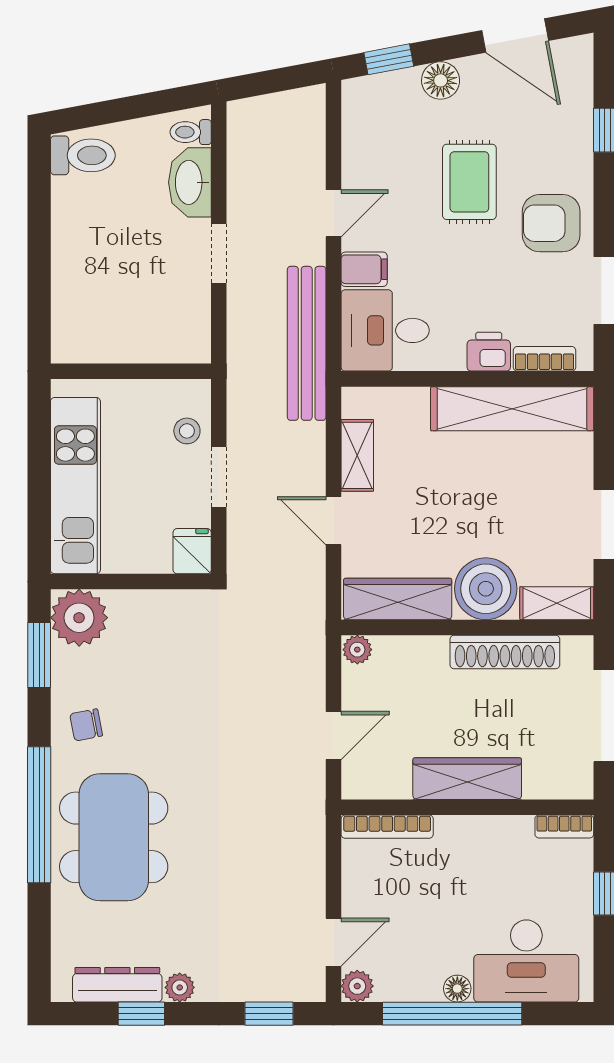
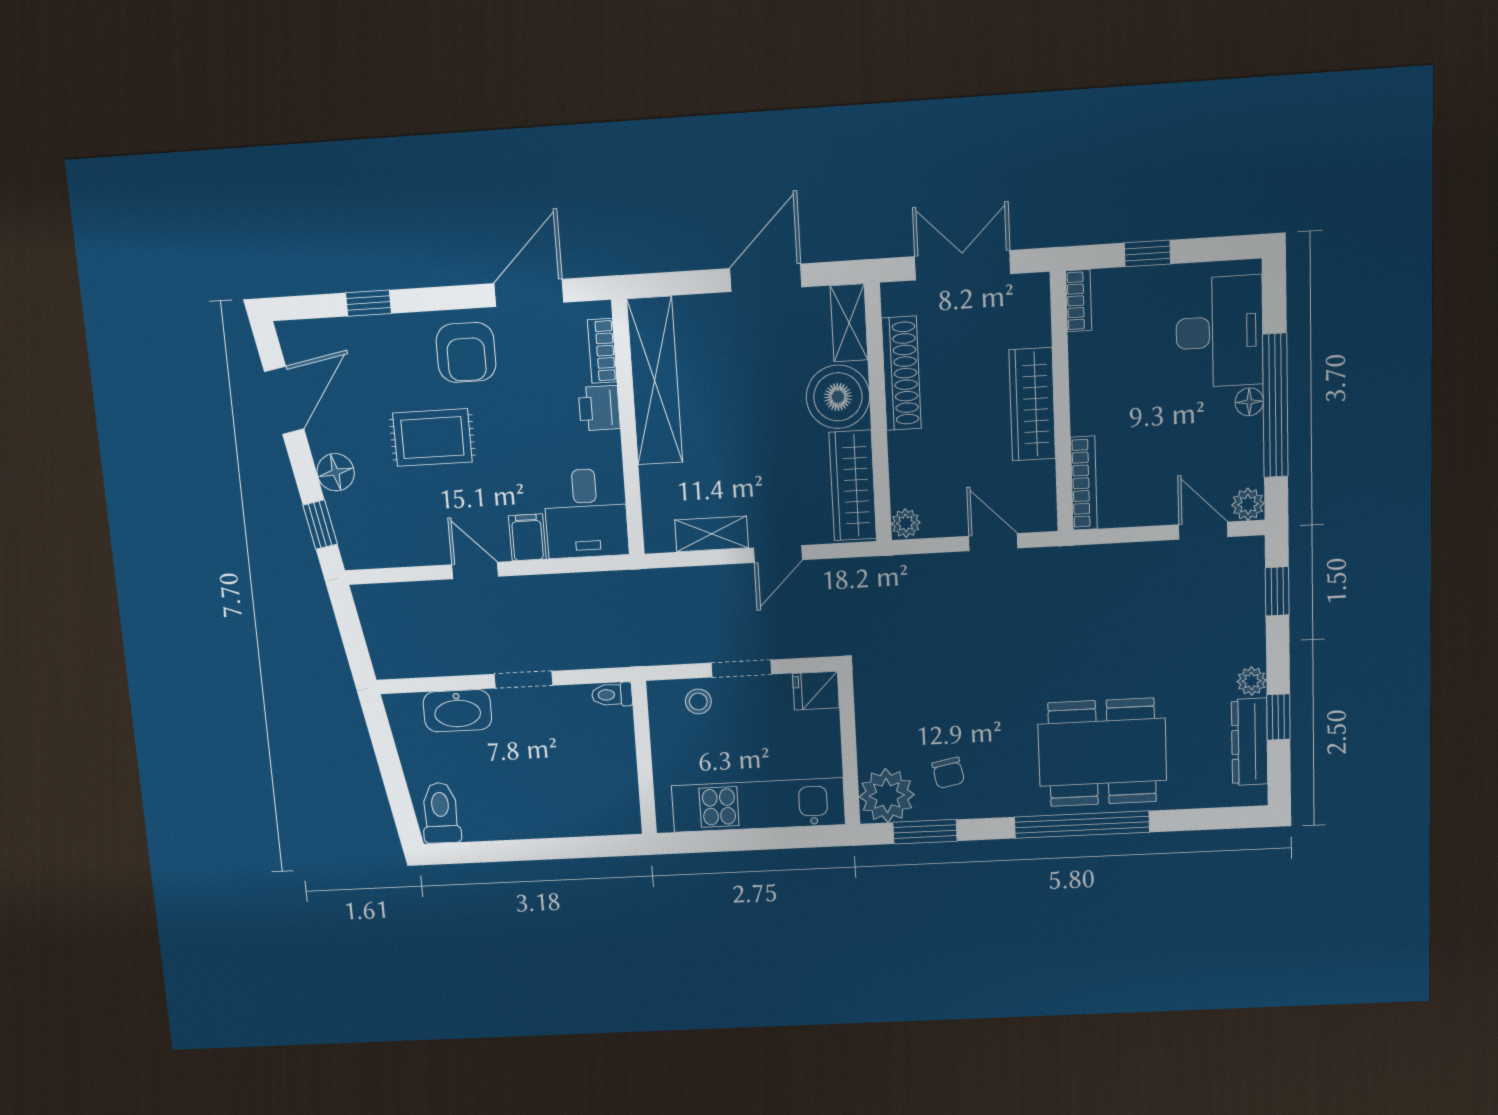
toilet: (191, 132) -> (612, 695), moved, turned 90
bench: (307, 343) -> (604, 590), removed
chair: (86, 725) -> (948, 773), moved

